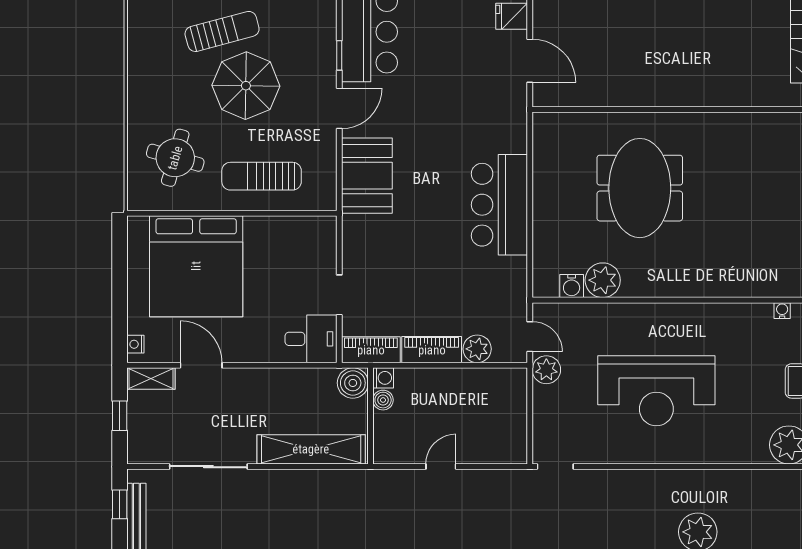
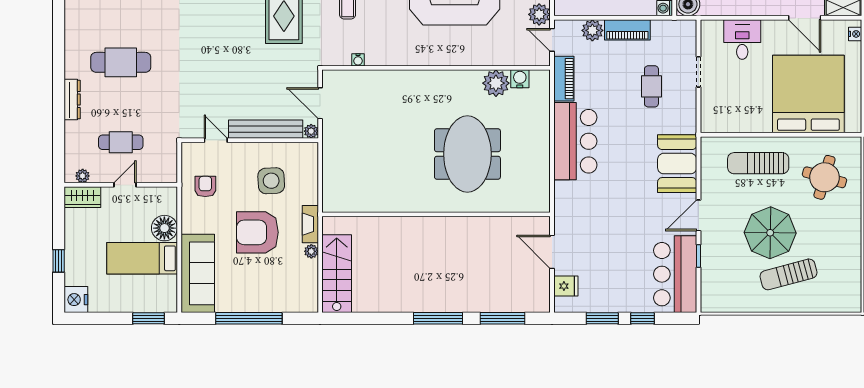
sun lounger: (262, 176) -> (758, 163), turned 180
cafe table: (400, 276) -> (651, 86), added
desk: (311, 339) -> (742, 40), moved, turned 90
piano: (371, 350) -> (564, 79), moved, turned -90

